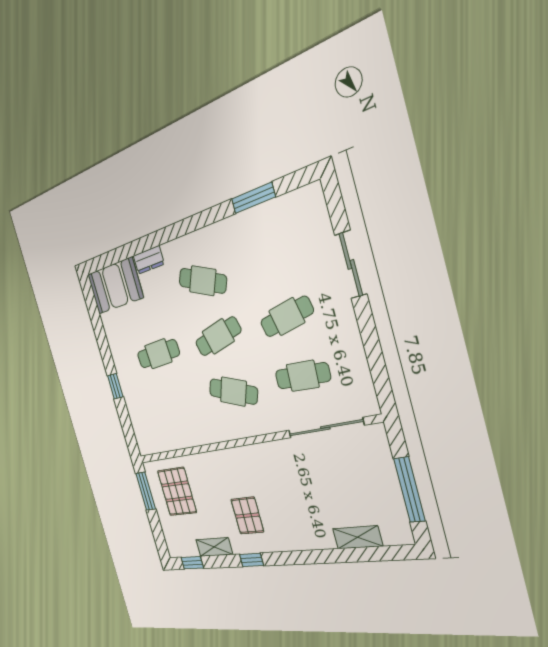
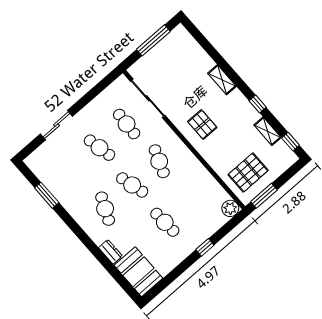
plant: (146, 444) -> (230, 208), added
pallet: (247, 516) -> (202, 125), moved, turned 90
shelving: (357, 537) -> (222, 80), moved

